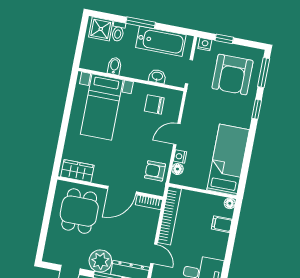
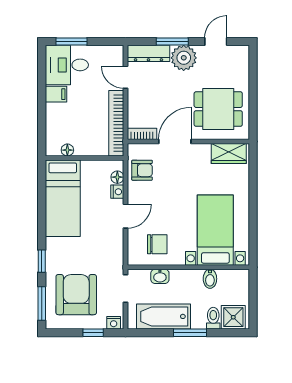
floor lamp: (230, 203) -> (67, 150), moved
dining table: (79, 211) -> (218, 109), turned 90
filing cabinet: (222, 224) -> (56, 94), moved

